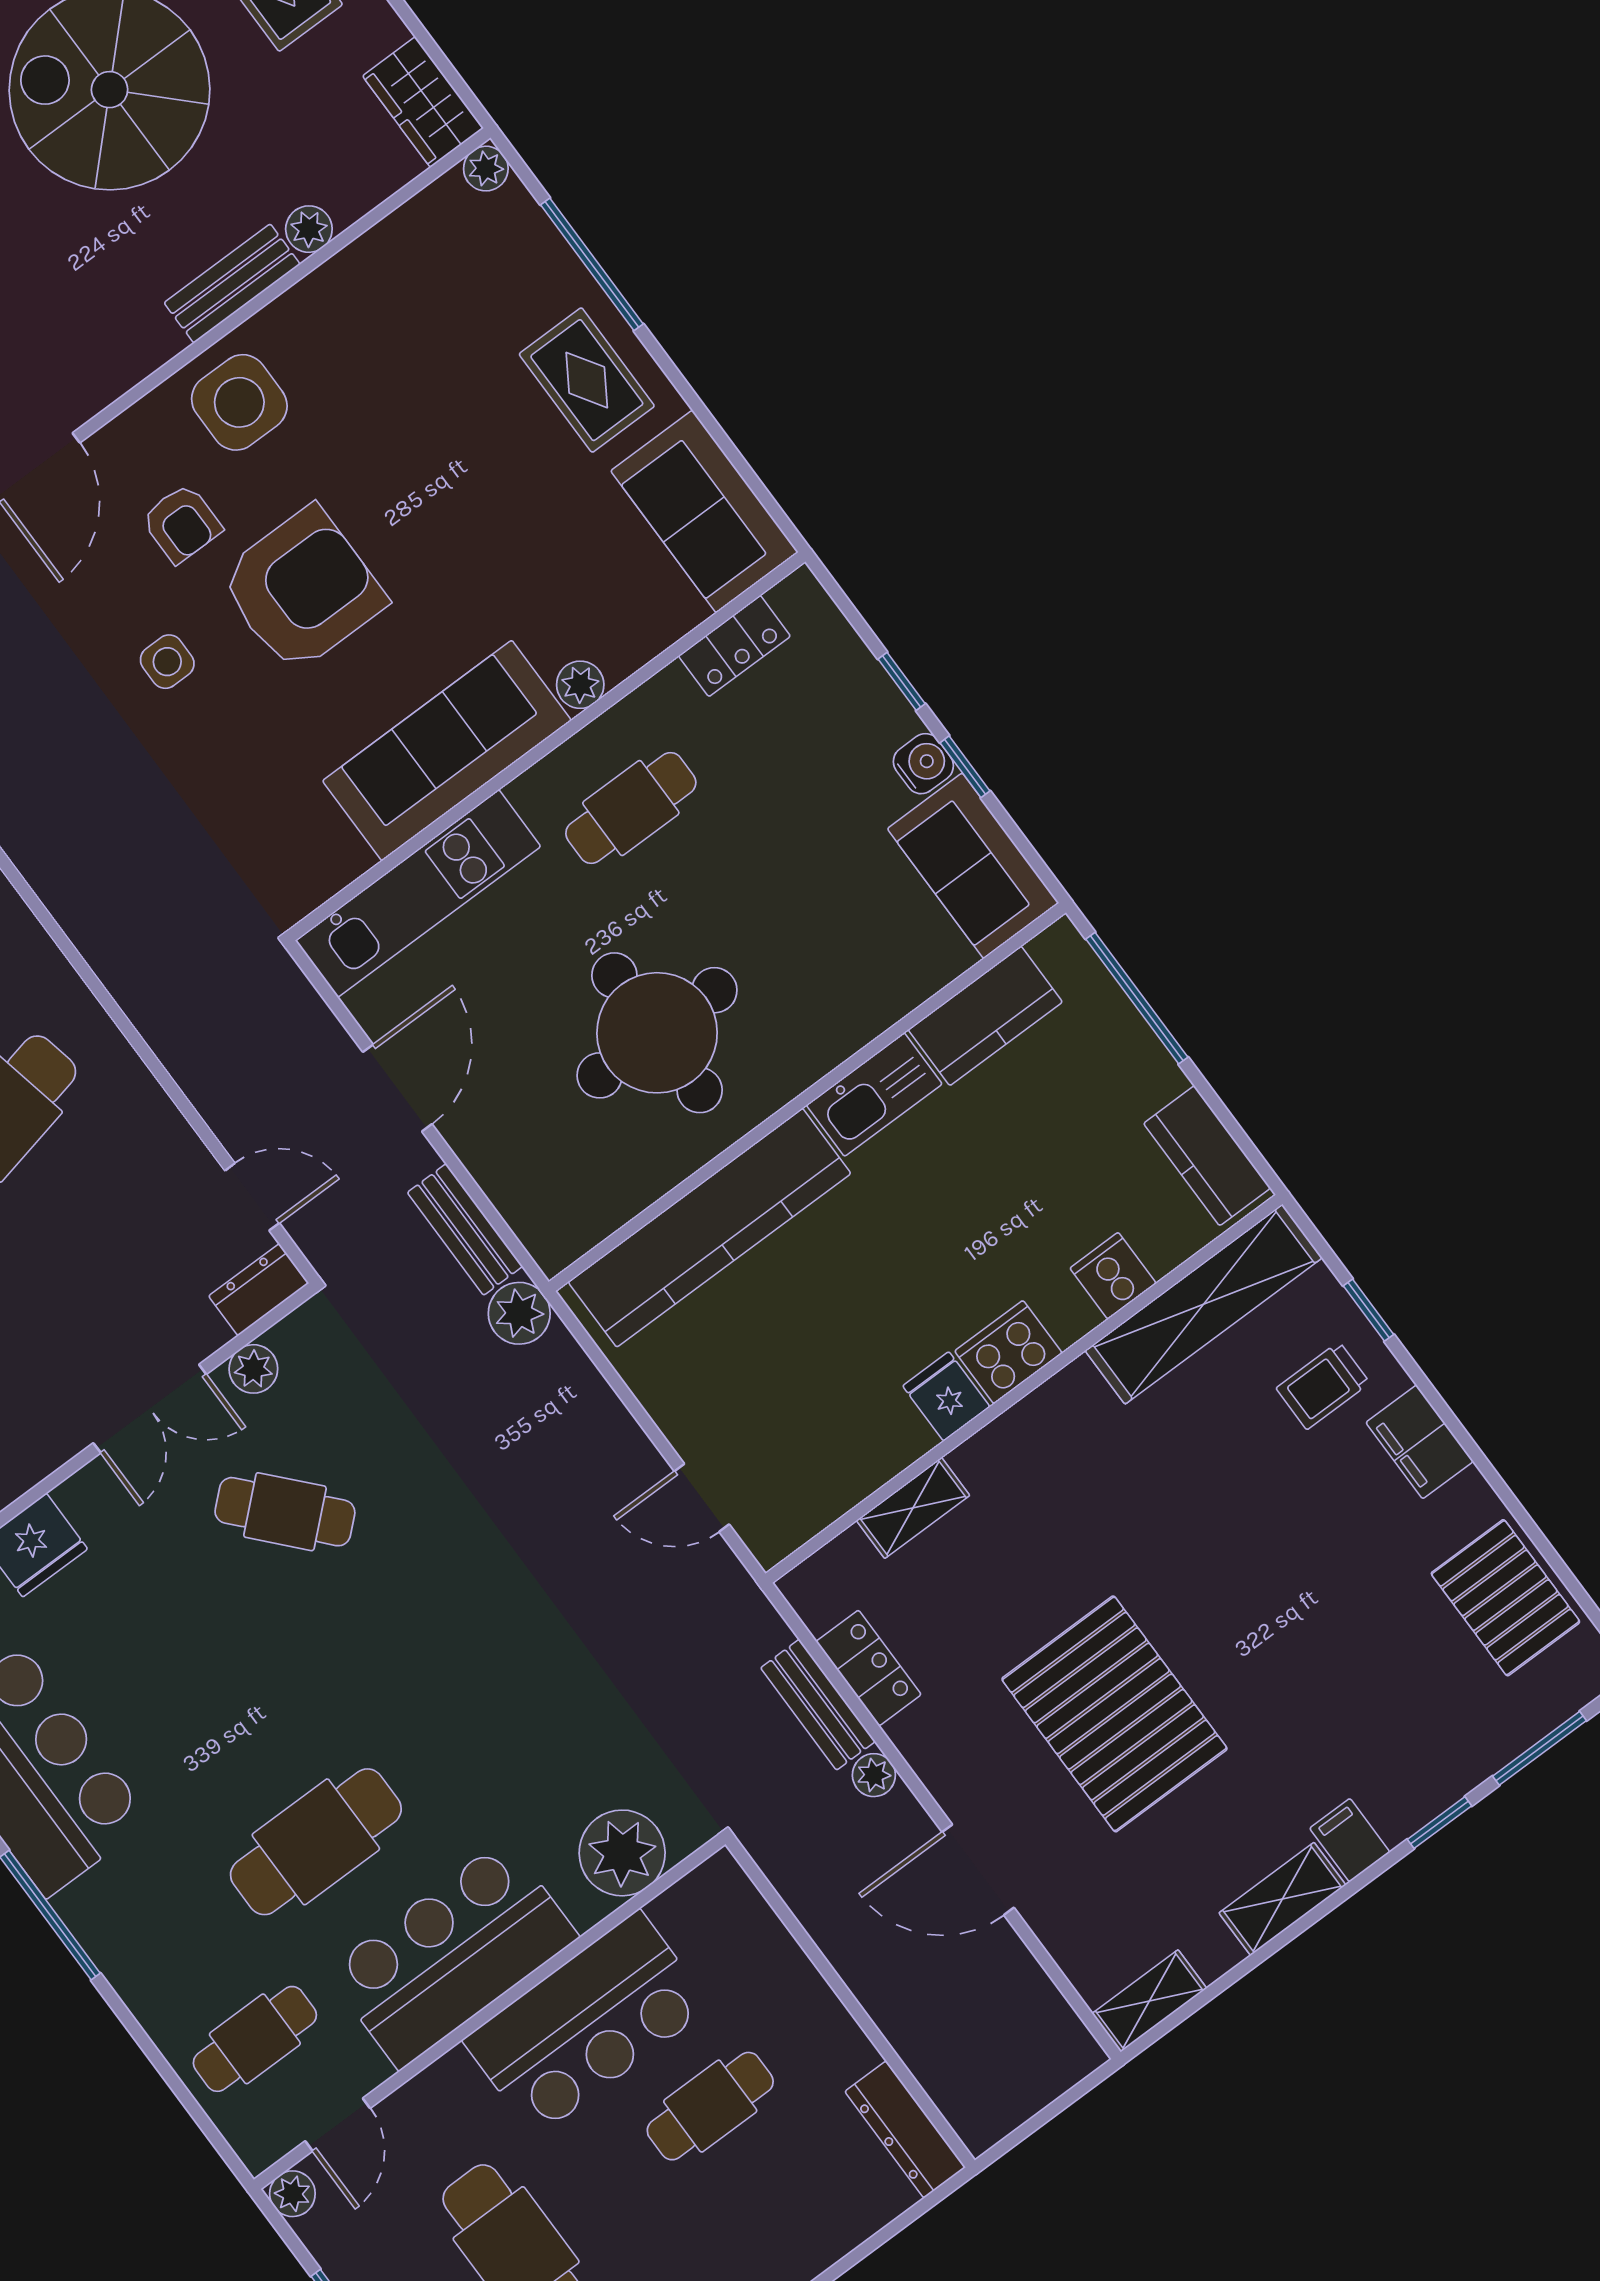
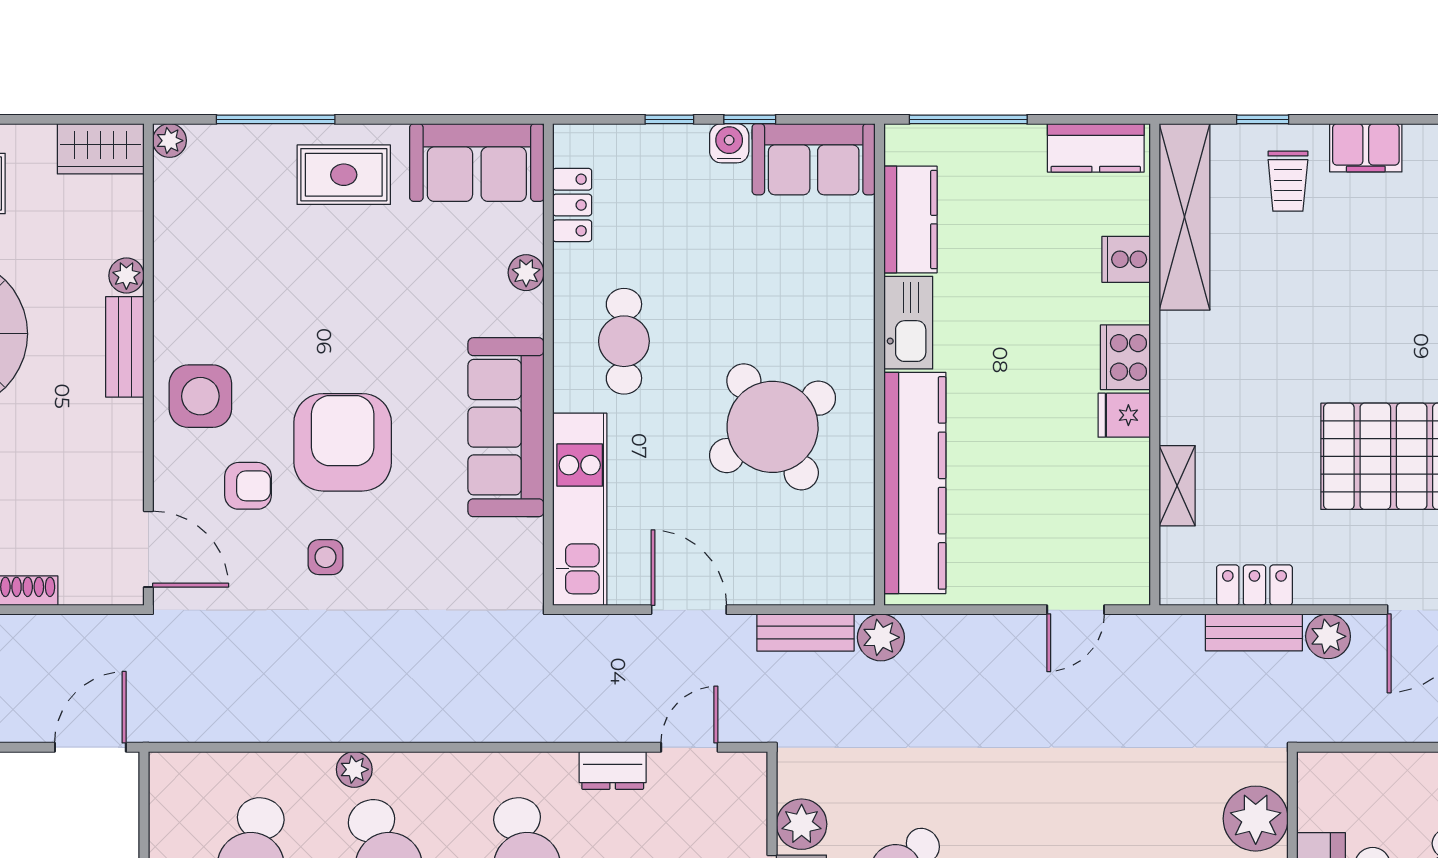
plant: (580, 685) -> (526, 273), moved
round table: (657, 1033) -> (773, 427), turned -32
dresser: (259, 1290) -> (613, 770), moved, turned -90
plant: (253, 1369) -> (802, 824), width x1.38, depth x1.38
plant: (874, 1775) -> (1328, 636), width x1.38, depth x1.38

